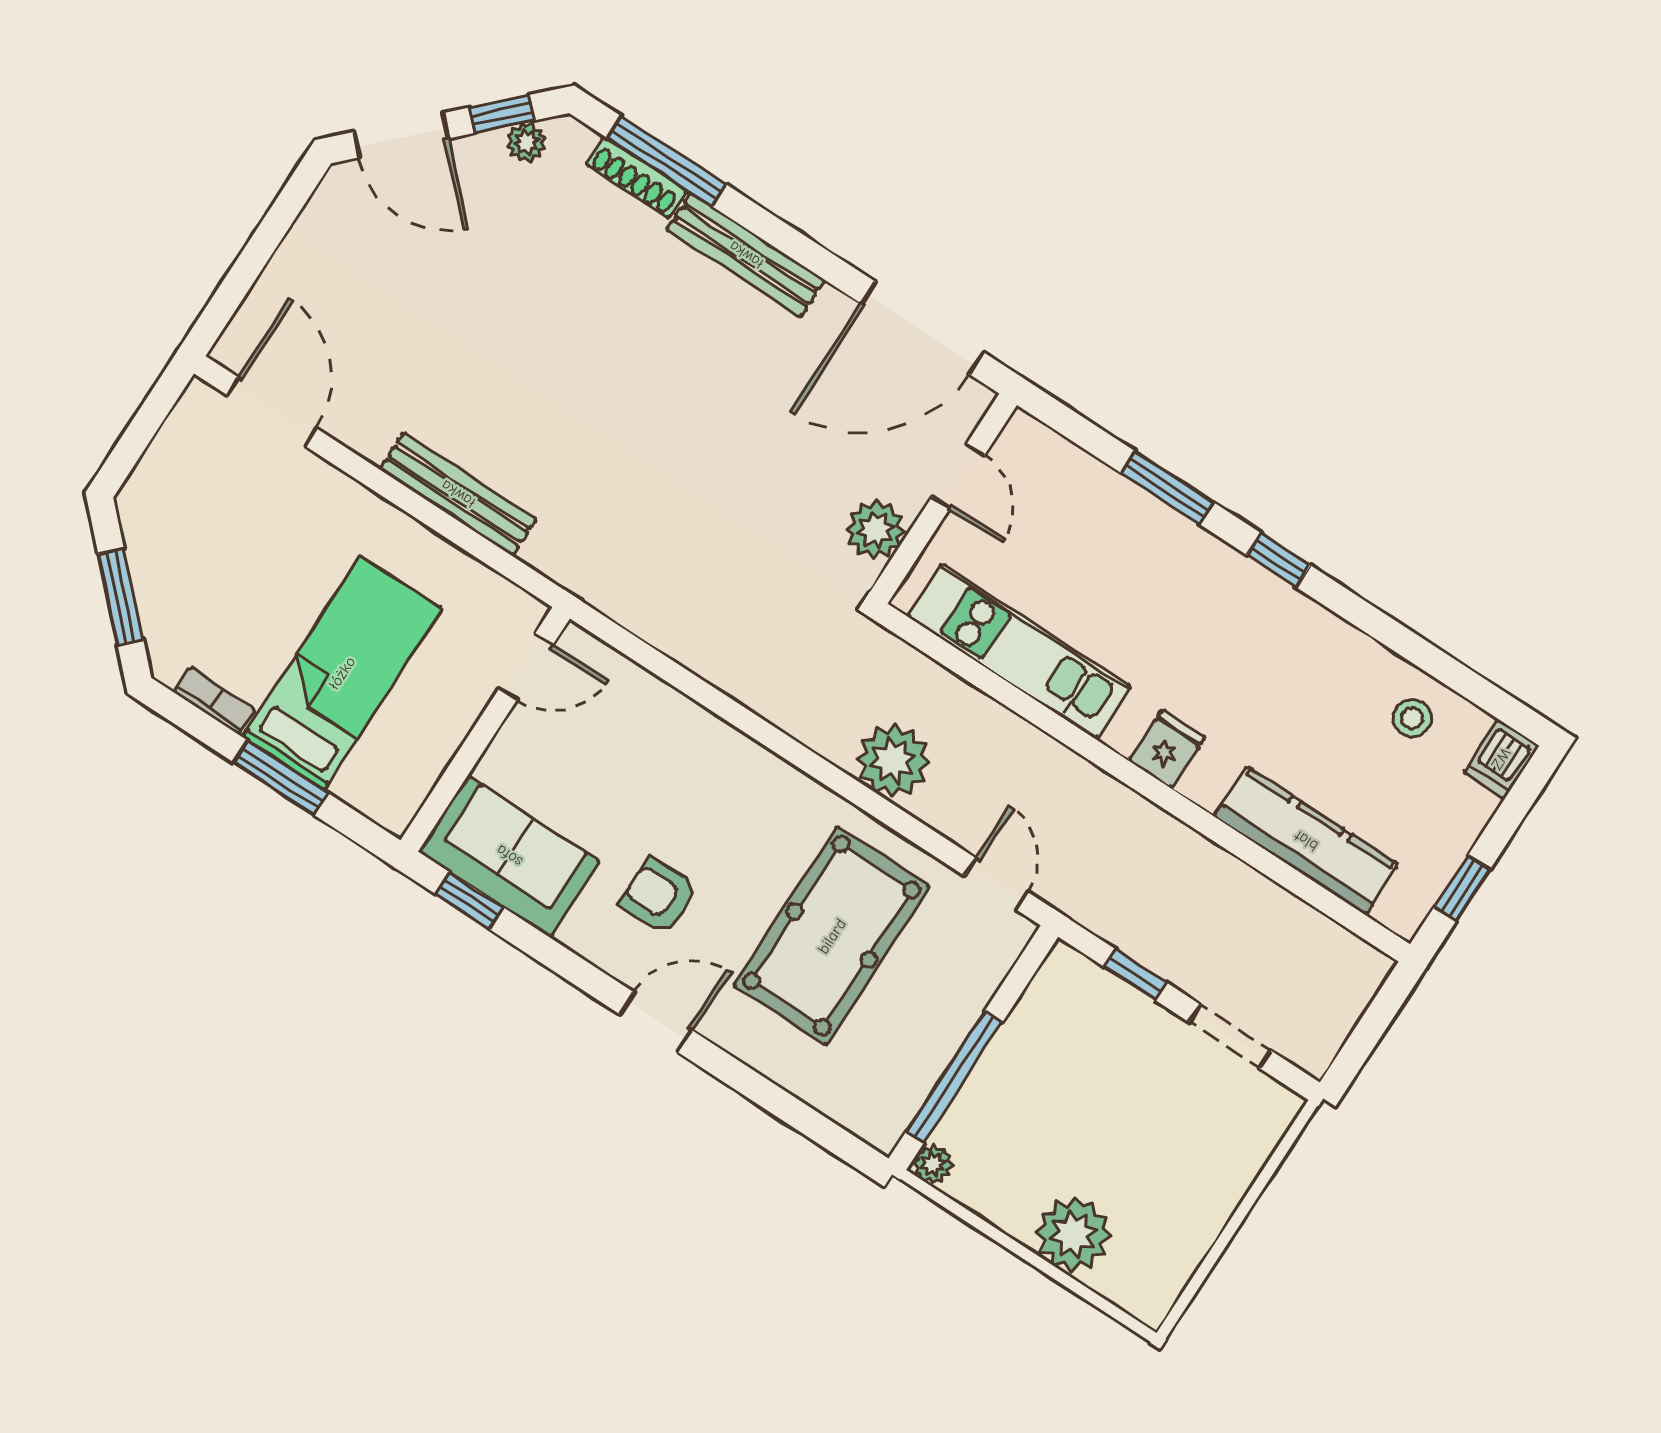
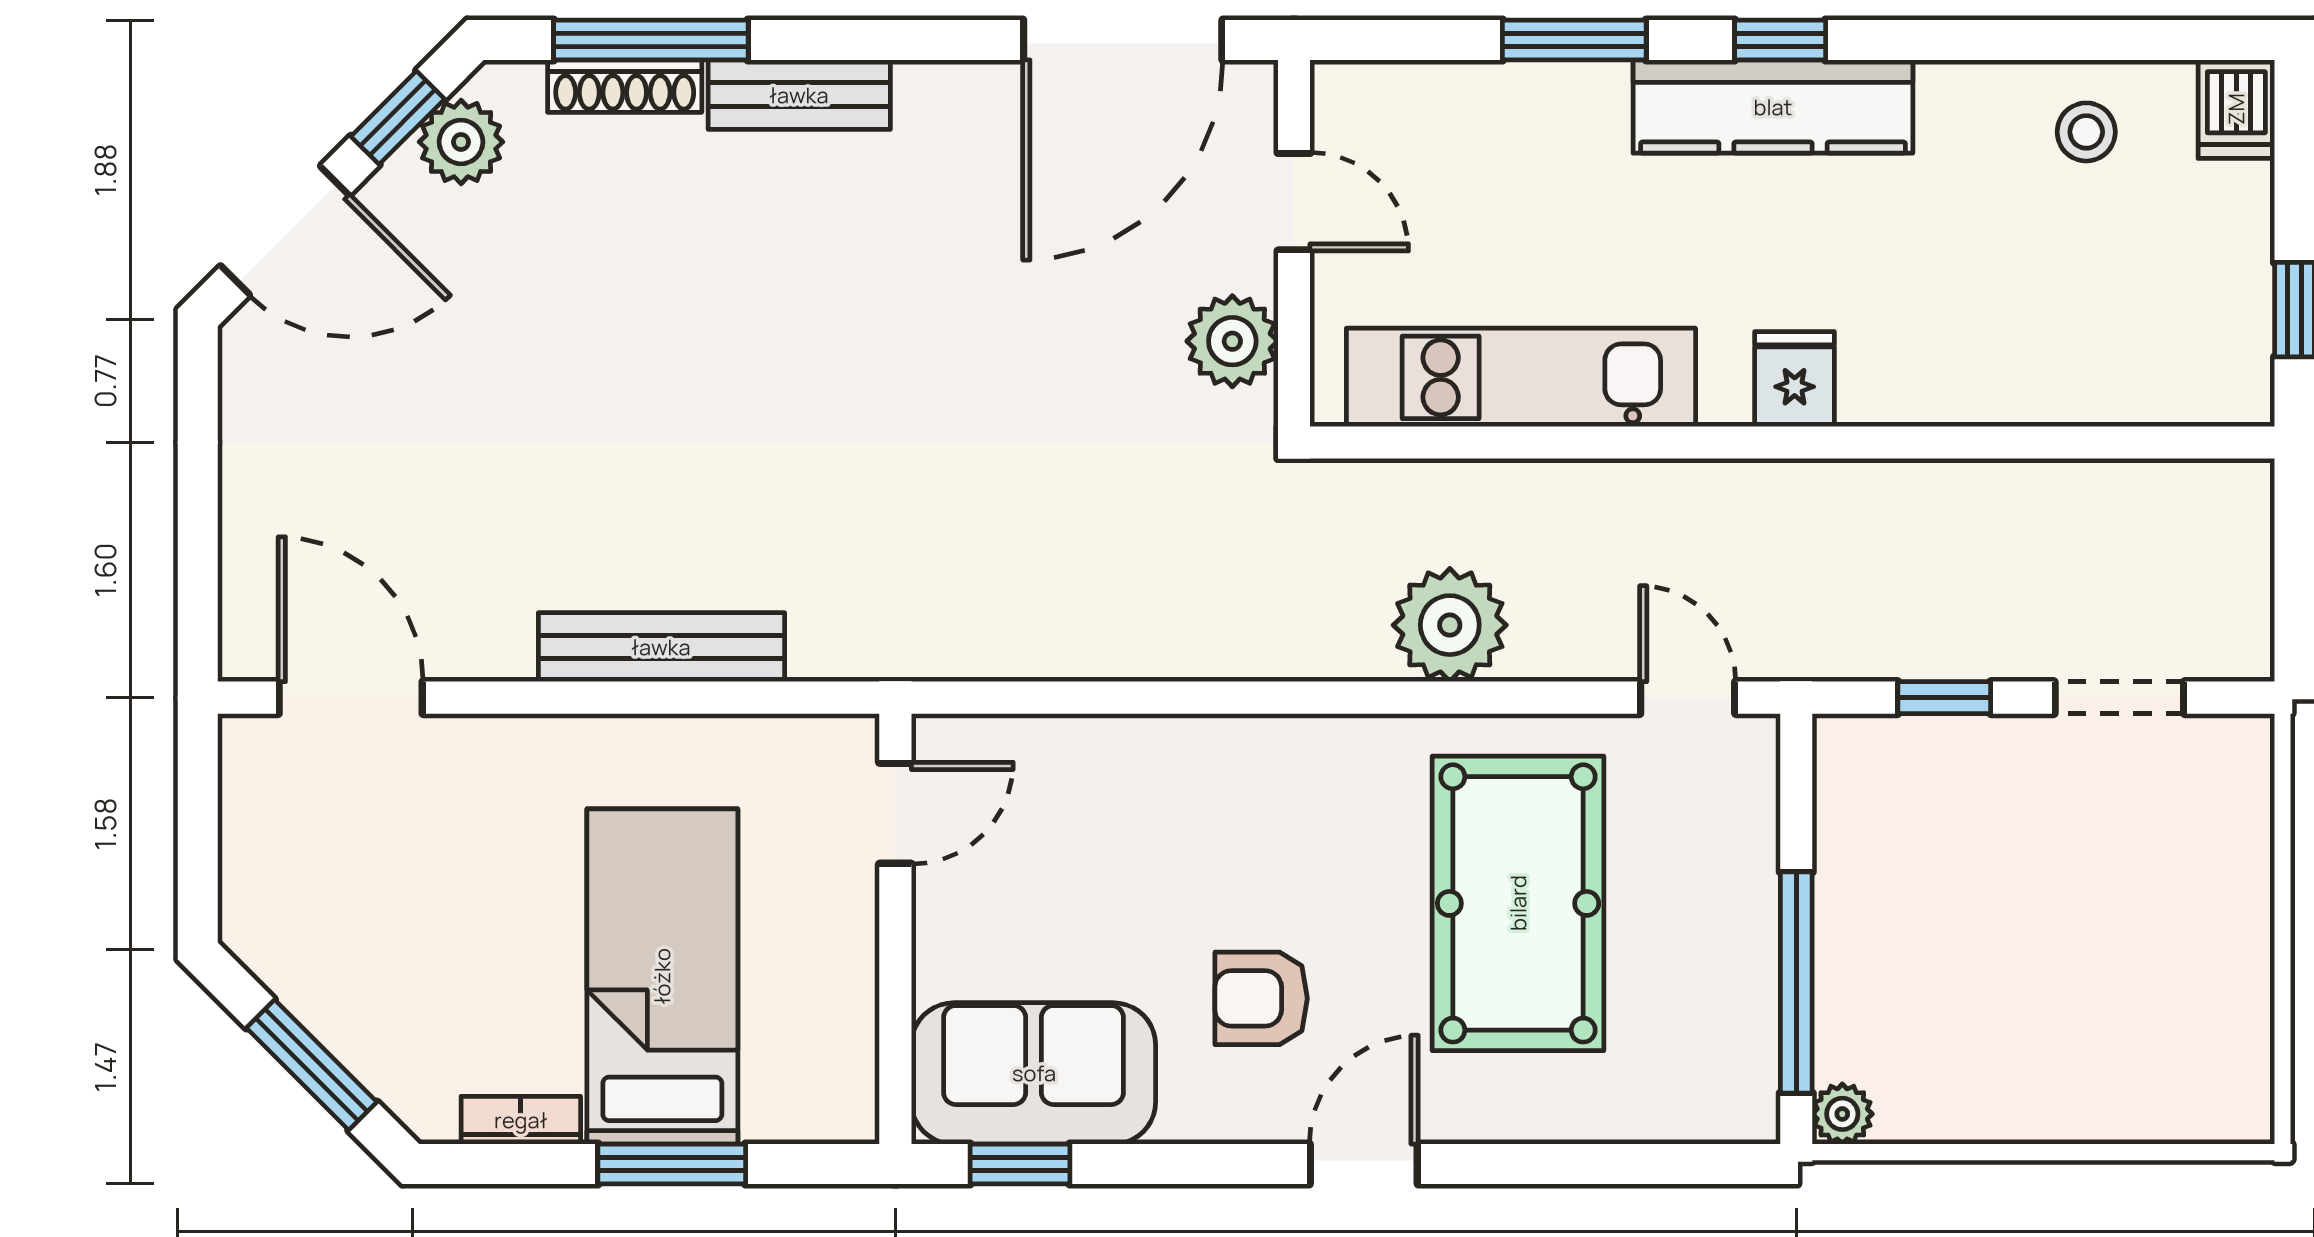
plant: (526, 142) -> (461, 142), width x1.38, depth x1.38
bench: (746, 255) -> (799, 95), width x0.73
kitchen counter: (1306, 841) -> (1773, 107), moved, turned 180
plant: (1073, 1234) -> (2083, 1086), removed

